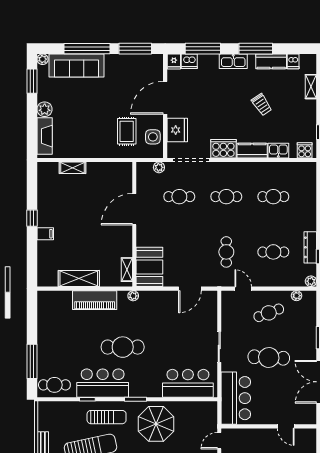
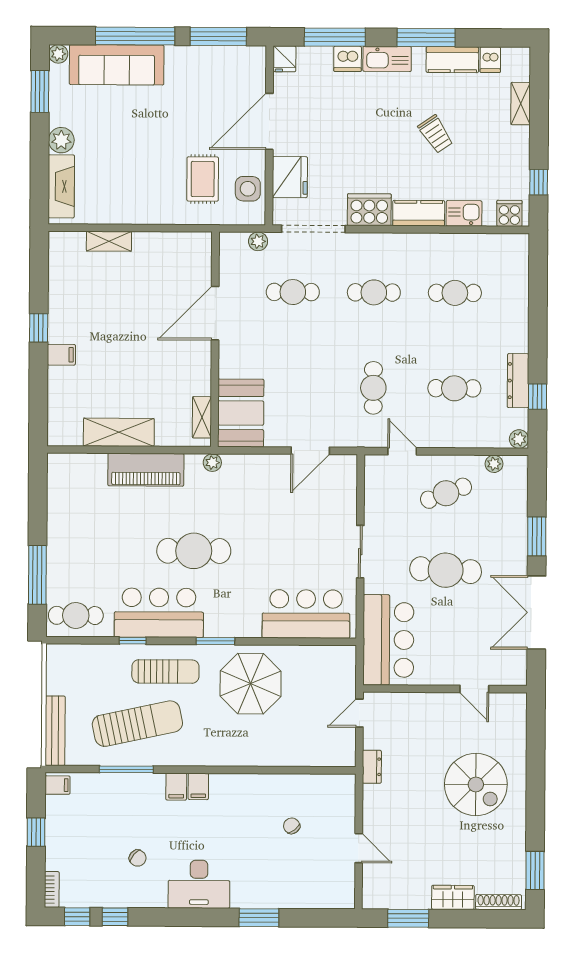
dishwasher: (189, 61) -> (348, 59), moved

